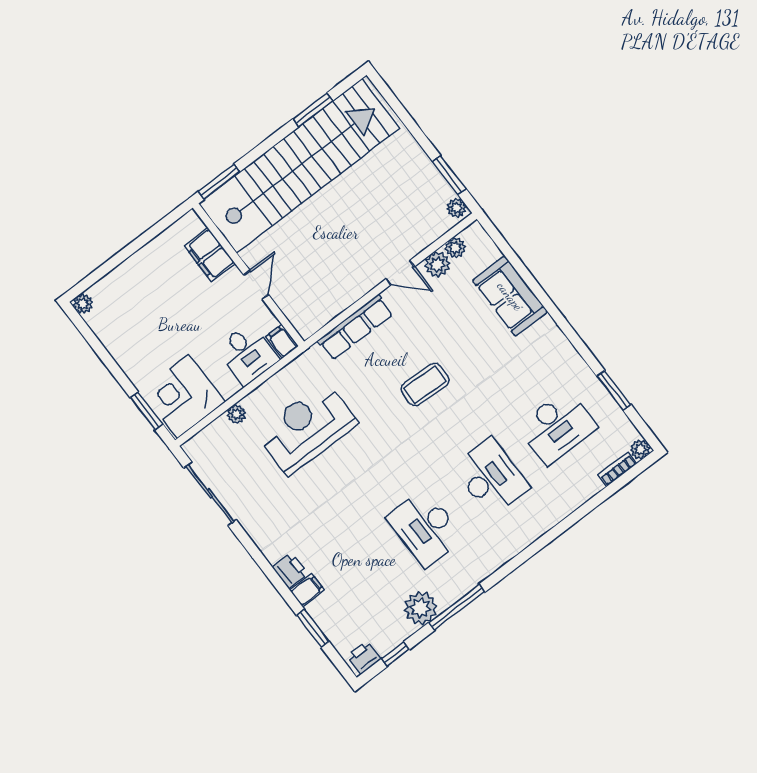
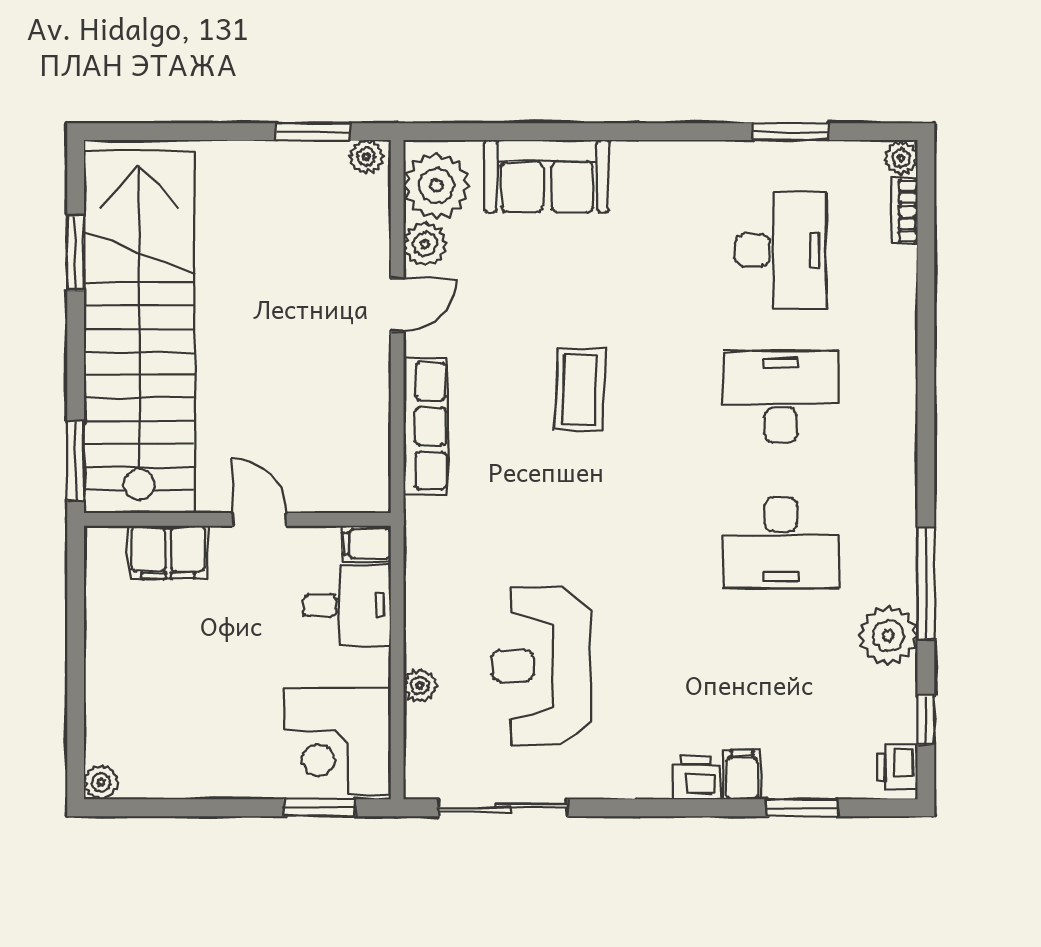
plant: (455, 248) -> (437, 186), width x1.88, depth x1.88
reception desk: (307, 428) -> (541, 666), moved

